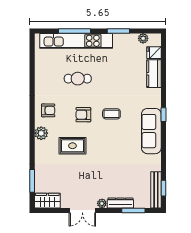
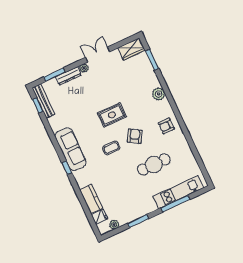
kitchen unit: (76, 41) -> (178, 192), width x0.73
cafe table: (78, 79) -> (154, 164), width x1.37, depth x1.35
armchair: (83, 115) -> (135, 136), turned -59
plant: (41, 133) -> (159, 94), moved
rug: (72, 146) -> (112, 115), moved

